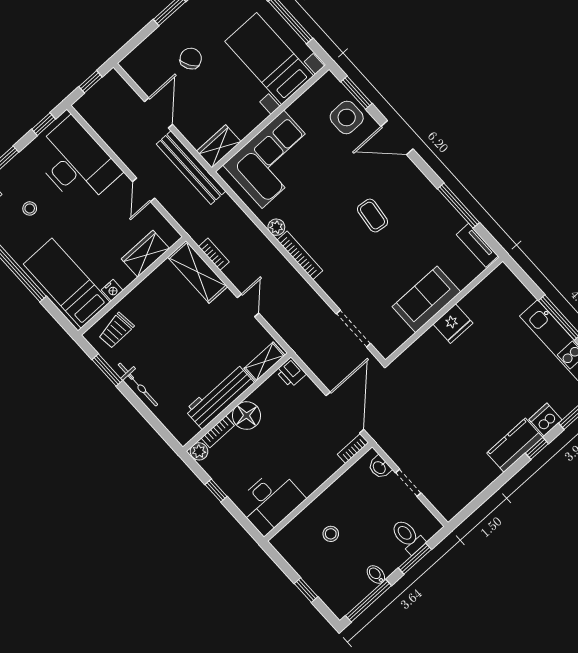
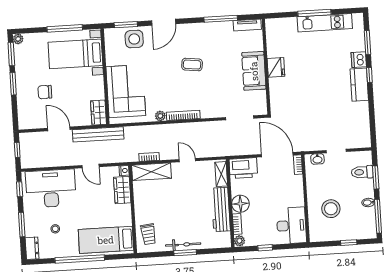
chair: (191, 59) -> (45, 92), turned -59
nightstand: (112, 290) -> (124, 171), moved
window: (107, 370) -> (185, 253), moved
printer: (291, 372) -> (243, 168), width x1.87, depth x1.48
stool: (331, 534) -> (331, 209), width x1.89, depth x1.89

